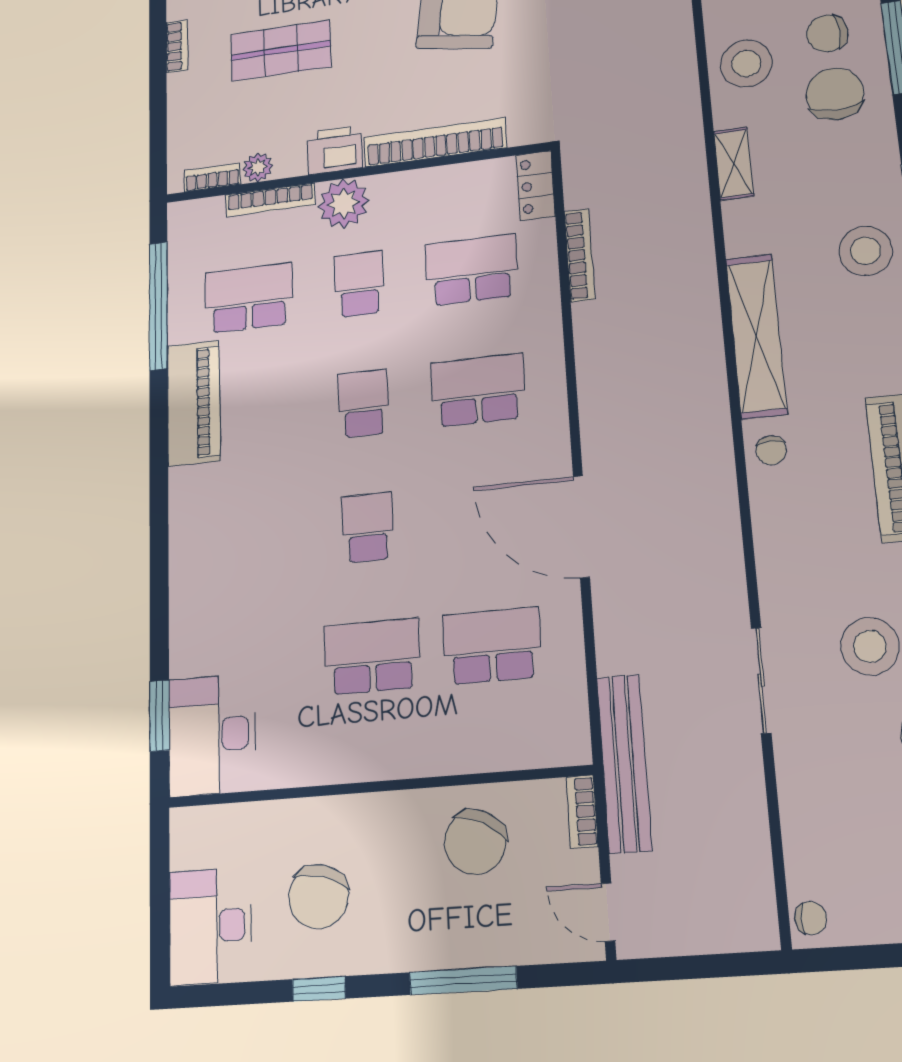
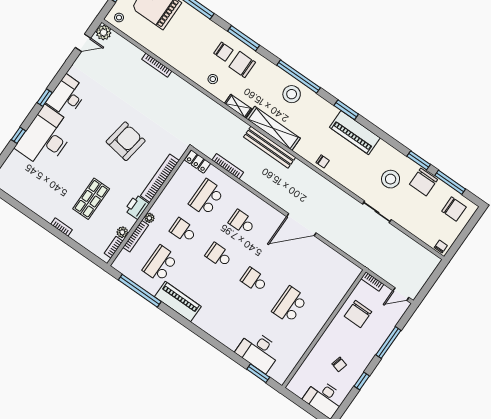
chair: (827, 33) -> (223, 52), turned -86
stool: (746, 64) -> (213, 79), width x0.53, depth x0.53
plant: (344, 203) -> (149, 218), width x0.53, depth x0.53
shelving: (756, 336) -> (273, 128), moved
school desk: (478, 390) -> (242, 222), width x0.54
school desk: (492, 646) -> (313, 272), removed
desk: (212, 735) -> (259, 351), moved
bench: (624, 763) -> (270, 147), moved
chair: (475, 842) -> (358, 314), turned 64
chair: (319, 896) -> (339, 364), width x0.54, depth x0.54

